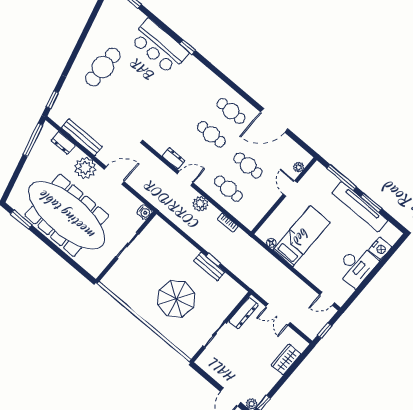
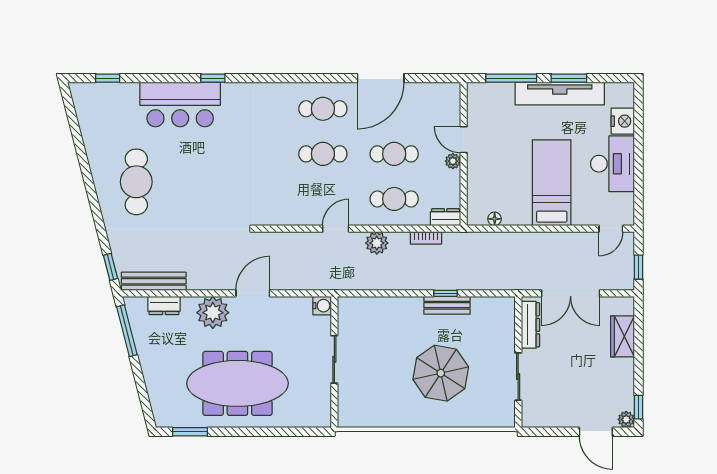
bench: (82, 137) -> (154, 281), moved
dresser: (173, 158) -> (446, 217), moved
plant: (299, 167) -> (453, 161), moved
meeting table: (67, 215) -> (237, 383), width x0.73, depth x0.79
bed: (301, 236) -> (552, 183), moved
double door: (278, 314) -> (571, 293), width x1.37

